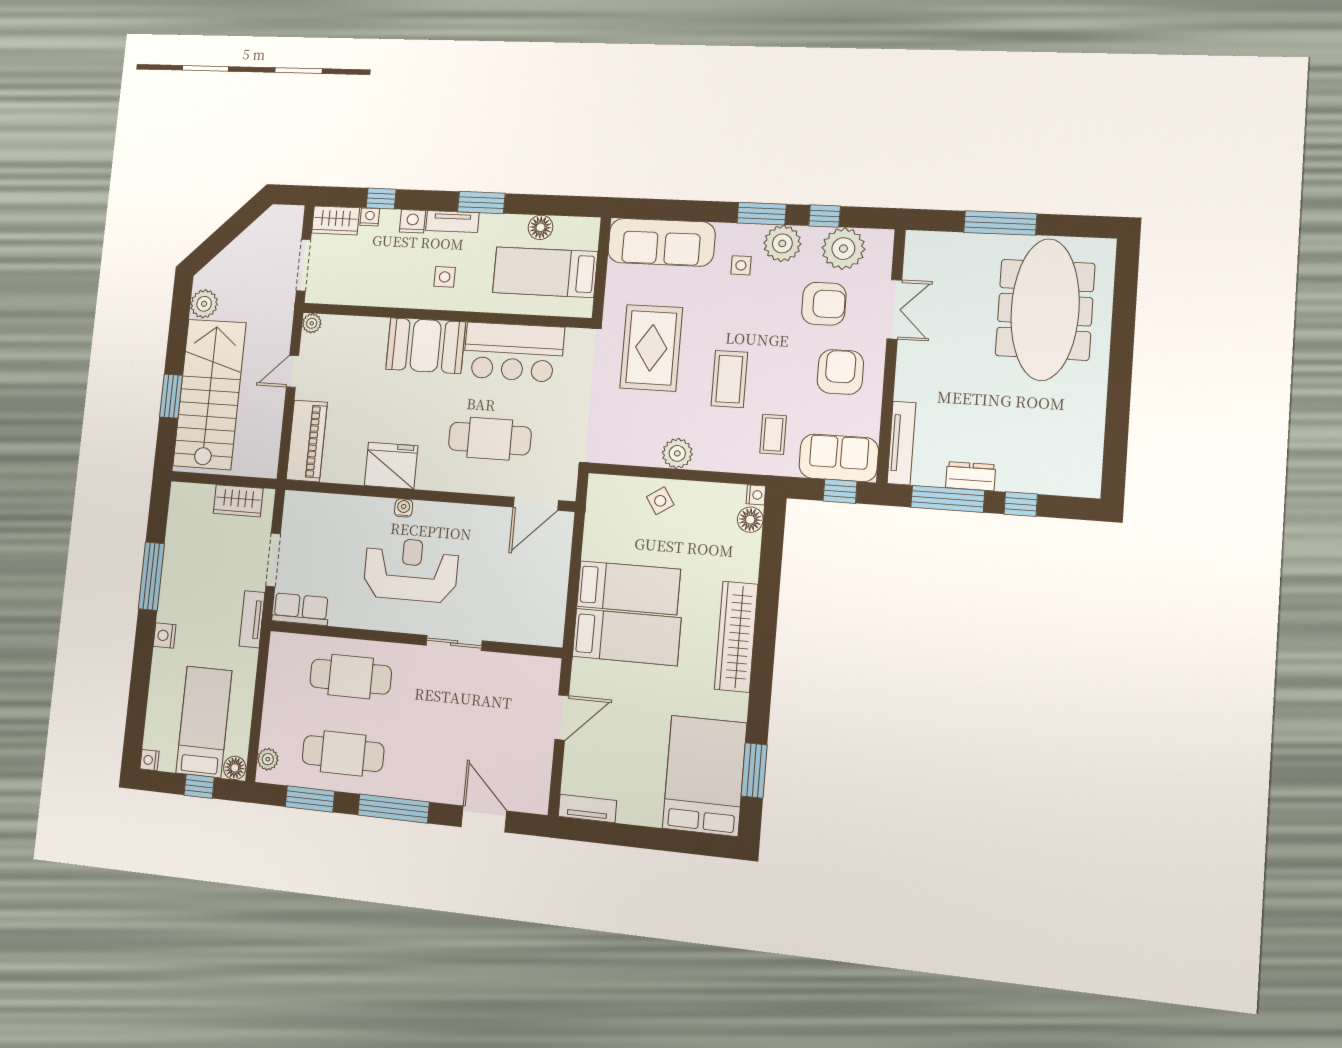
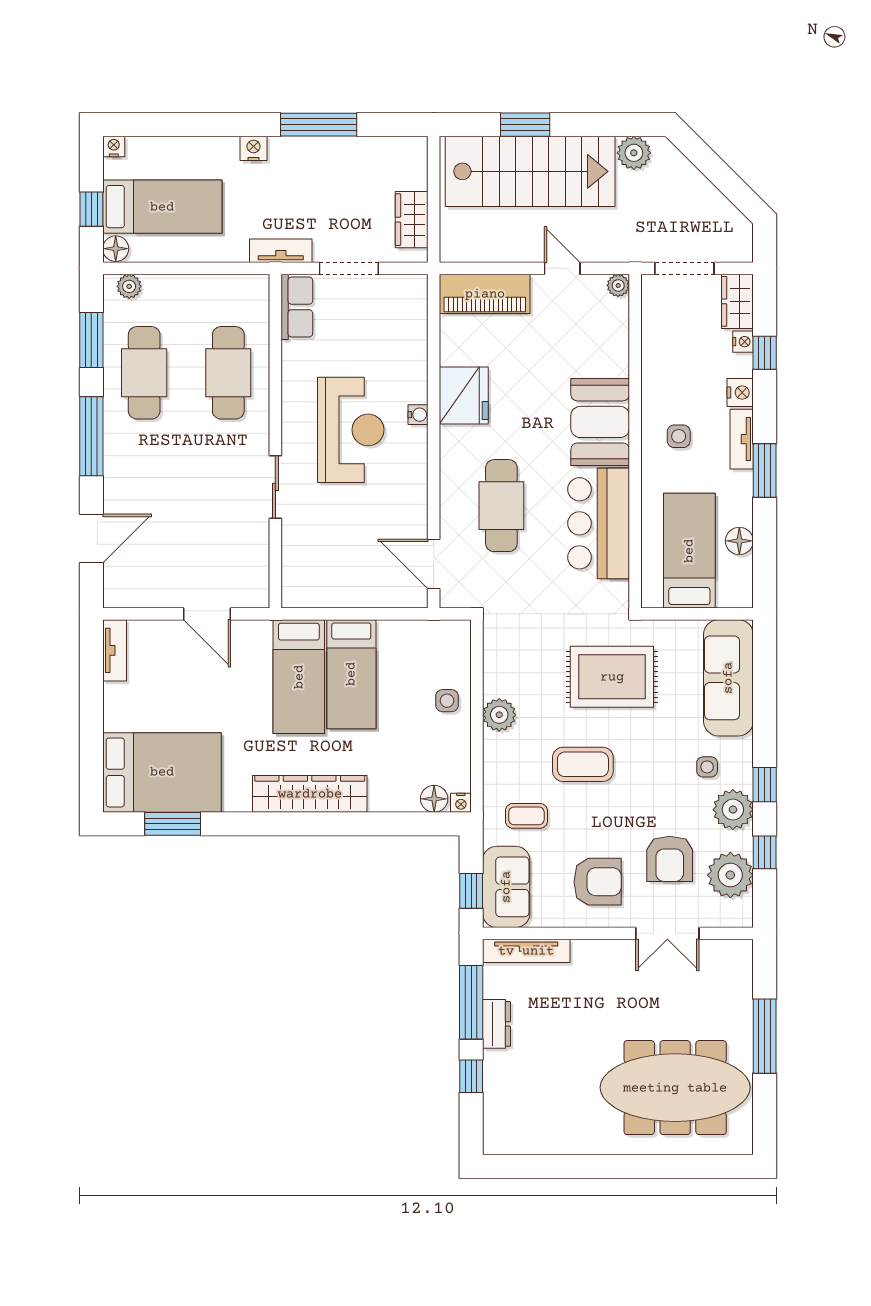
window: (762, 214) -> (765, 785), width x0.67
side table: (660, 501) -> (447, 701), turned 33

